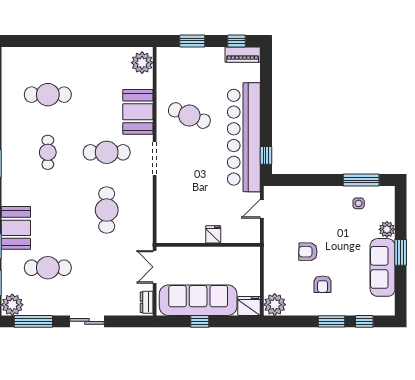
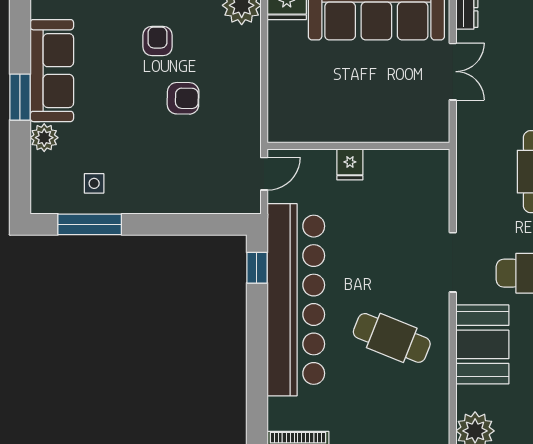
fridge: (213, 234) -> (350, 164), moved
wall: (208, 245) -> (358, 146), moved

